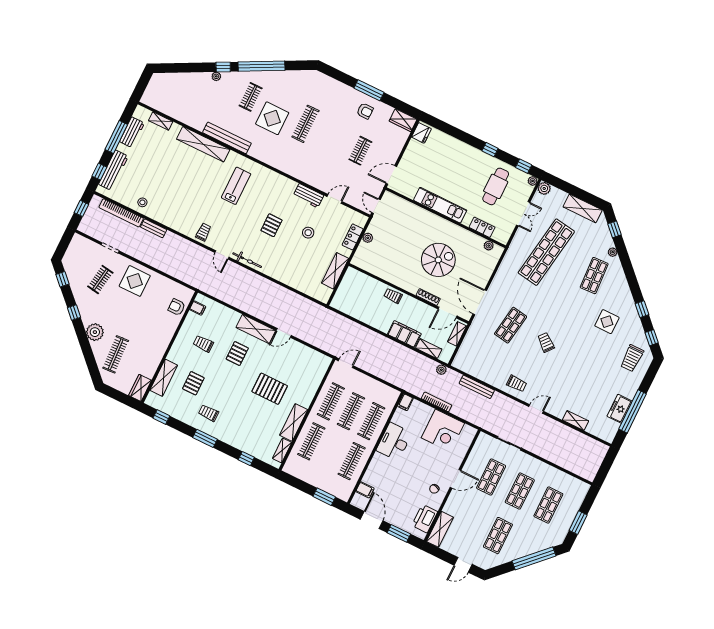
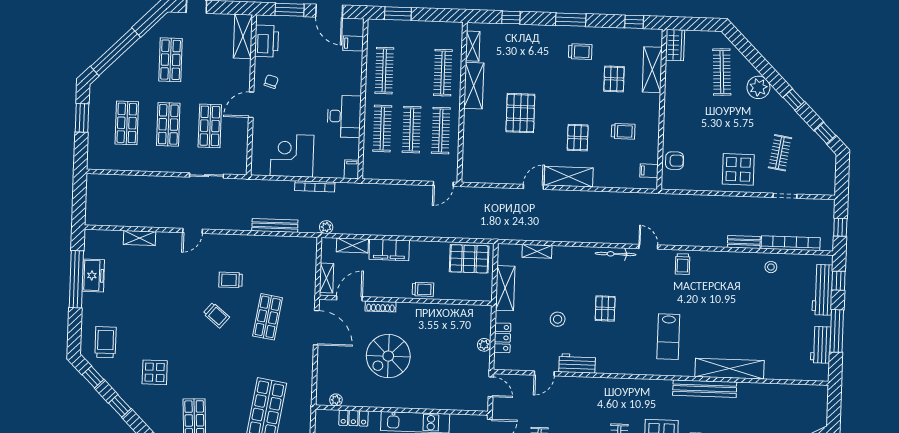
shelving: (161, 121) -> (537, 251), moved
pallet: (351, 303) -> (469, 259), added
trolley: (517, 384) -> (231, 280), moved
pallet: (270, 389) -> (520, 113), turned 90

